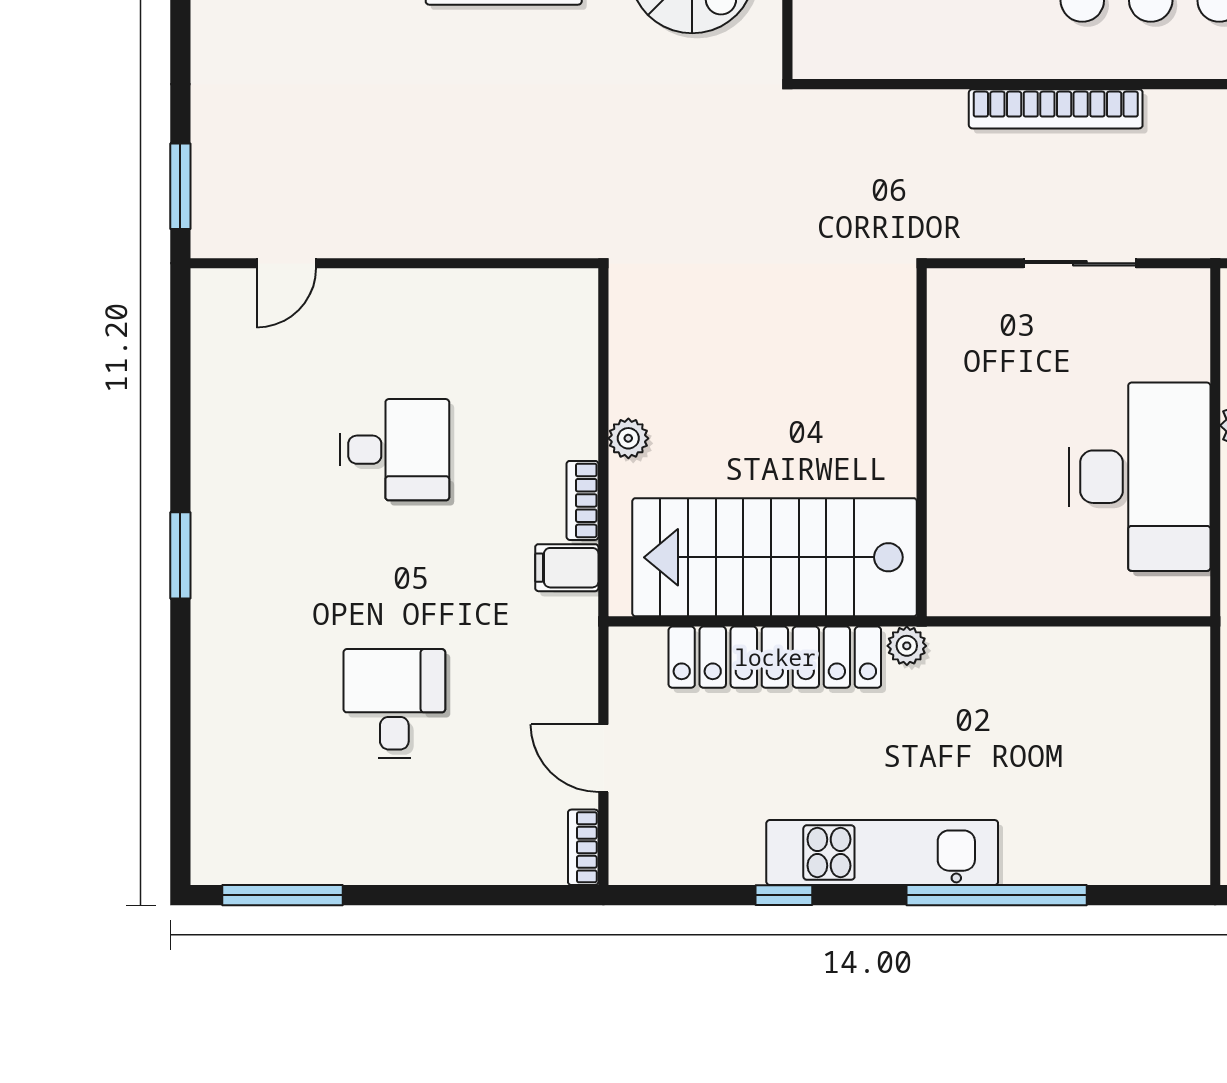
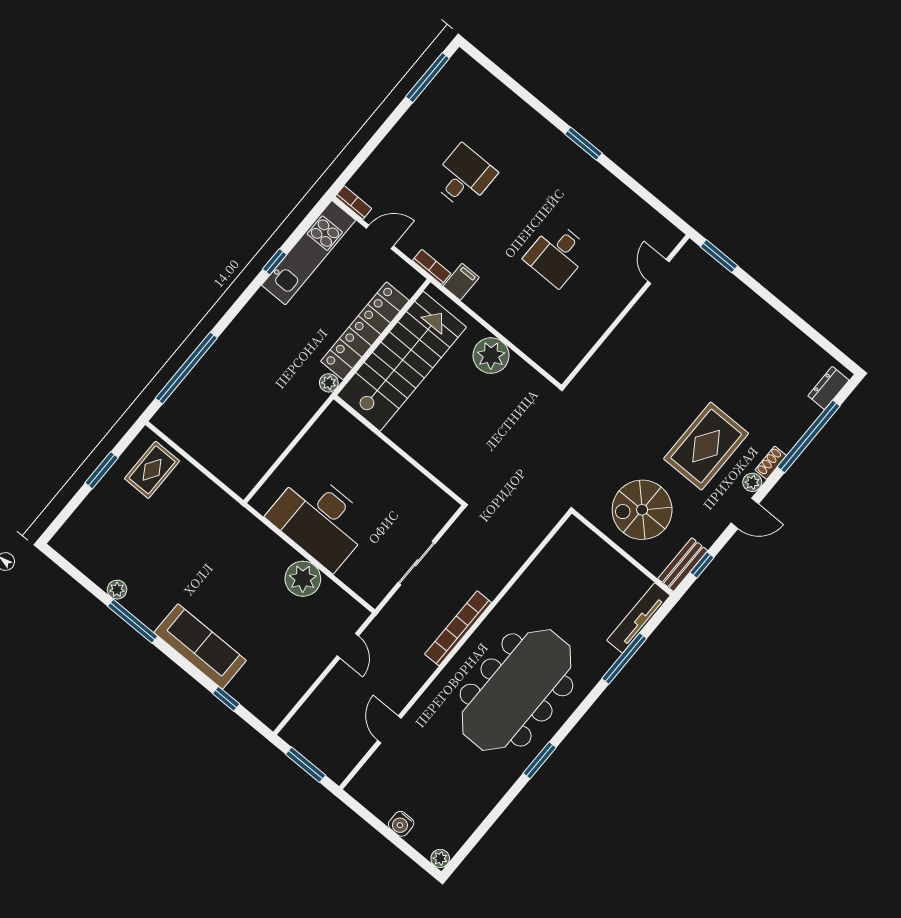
bookcase: (1056, 109) -> (458, 628), moved
plant: (628, 438) -> (491, 356), width x1.88, depth x1.88
bookcase: (582, 500) -> (432, 267), moved
desk: (394, 704) -> (464, 177), turned -90
kitchen unit: (882, 853) -> (309, 253), moved
window: (997, 895) -> (186, 368), moved

